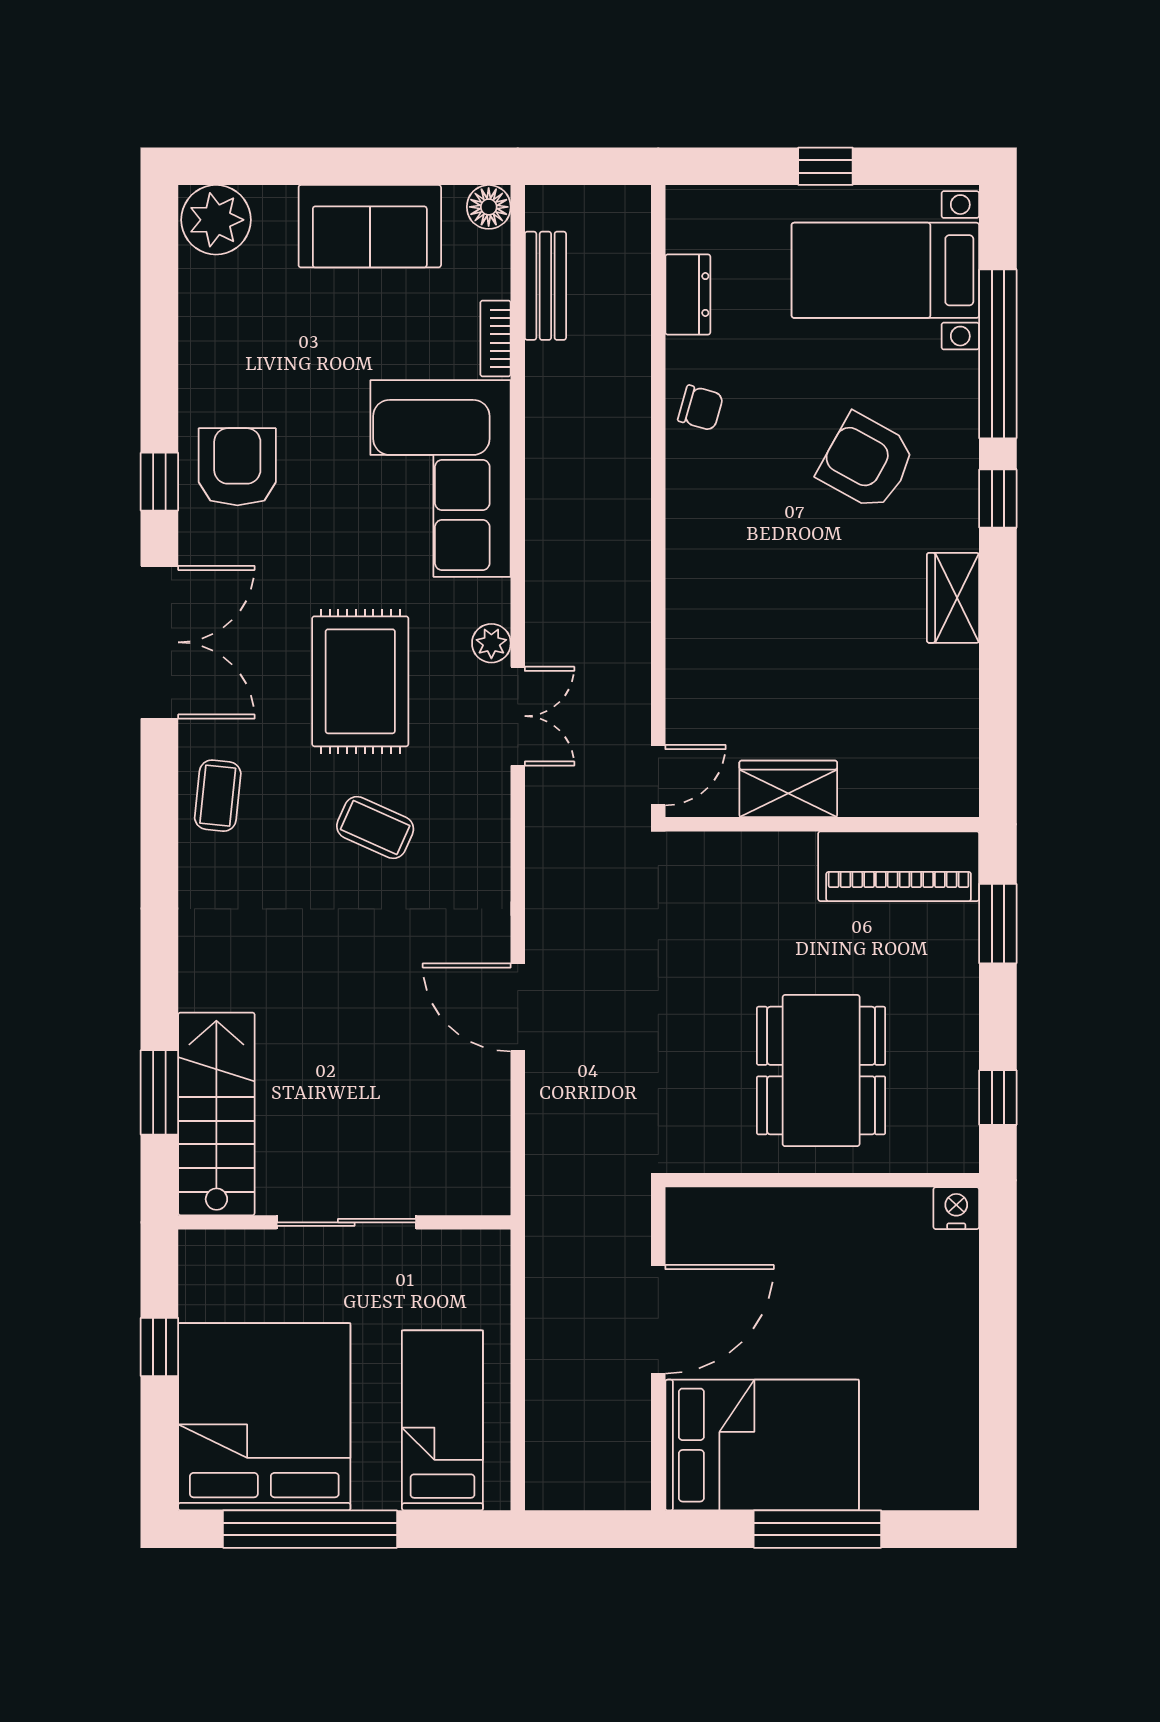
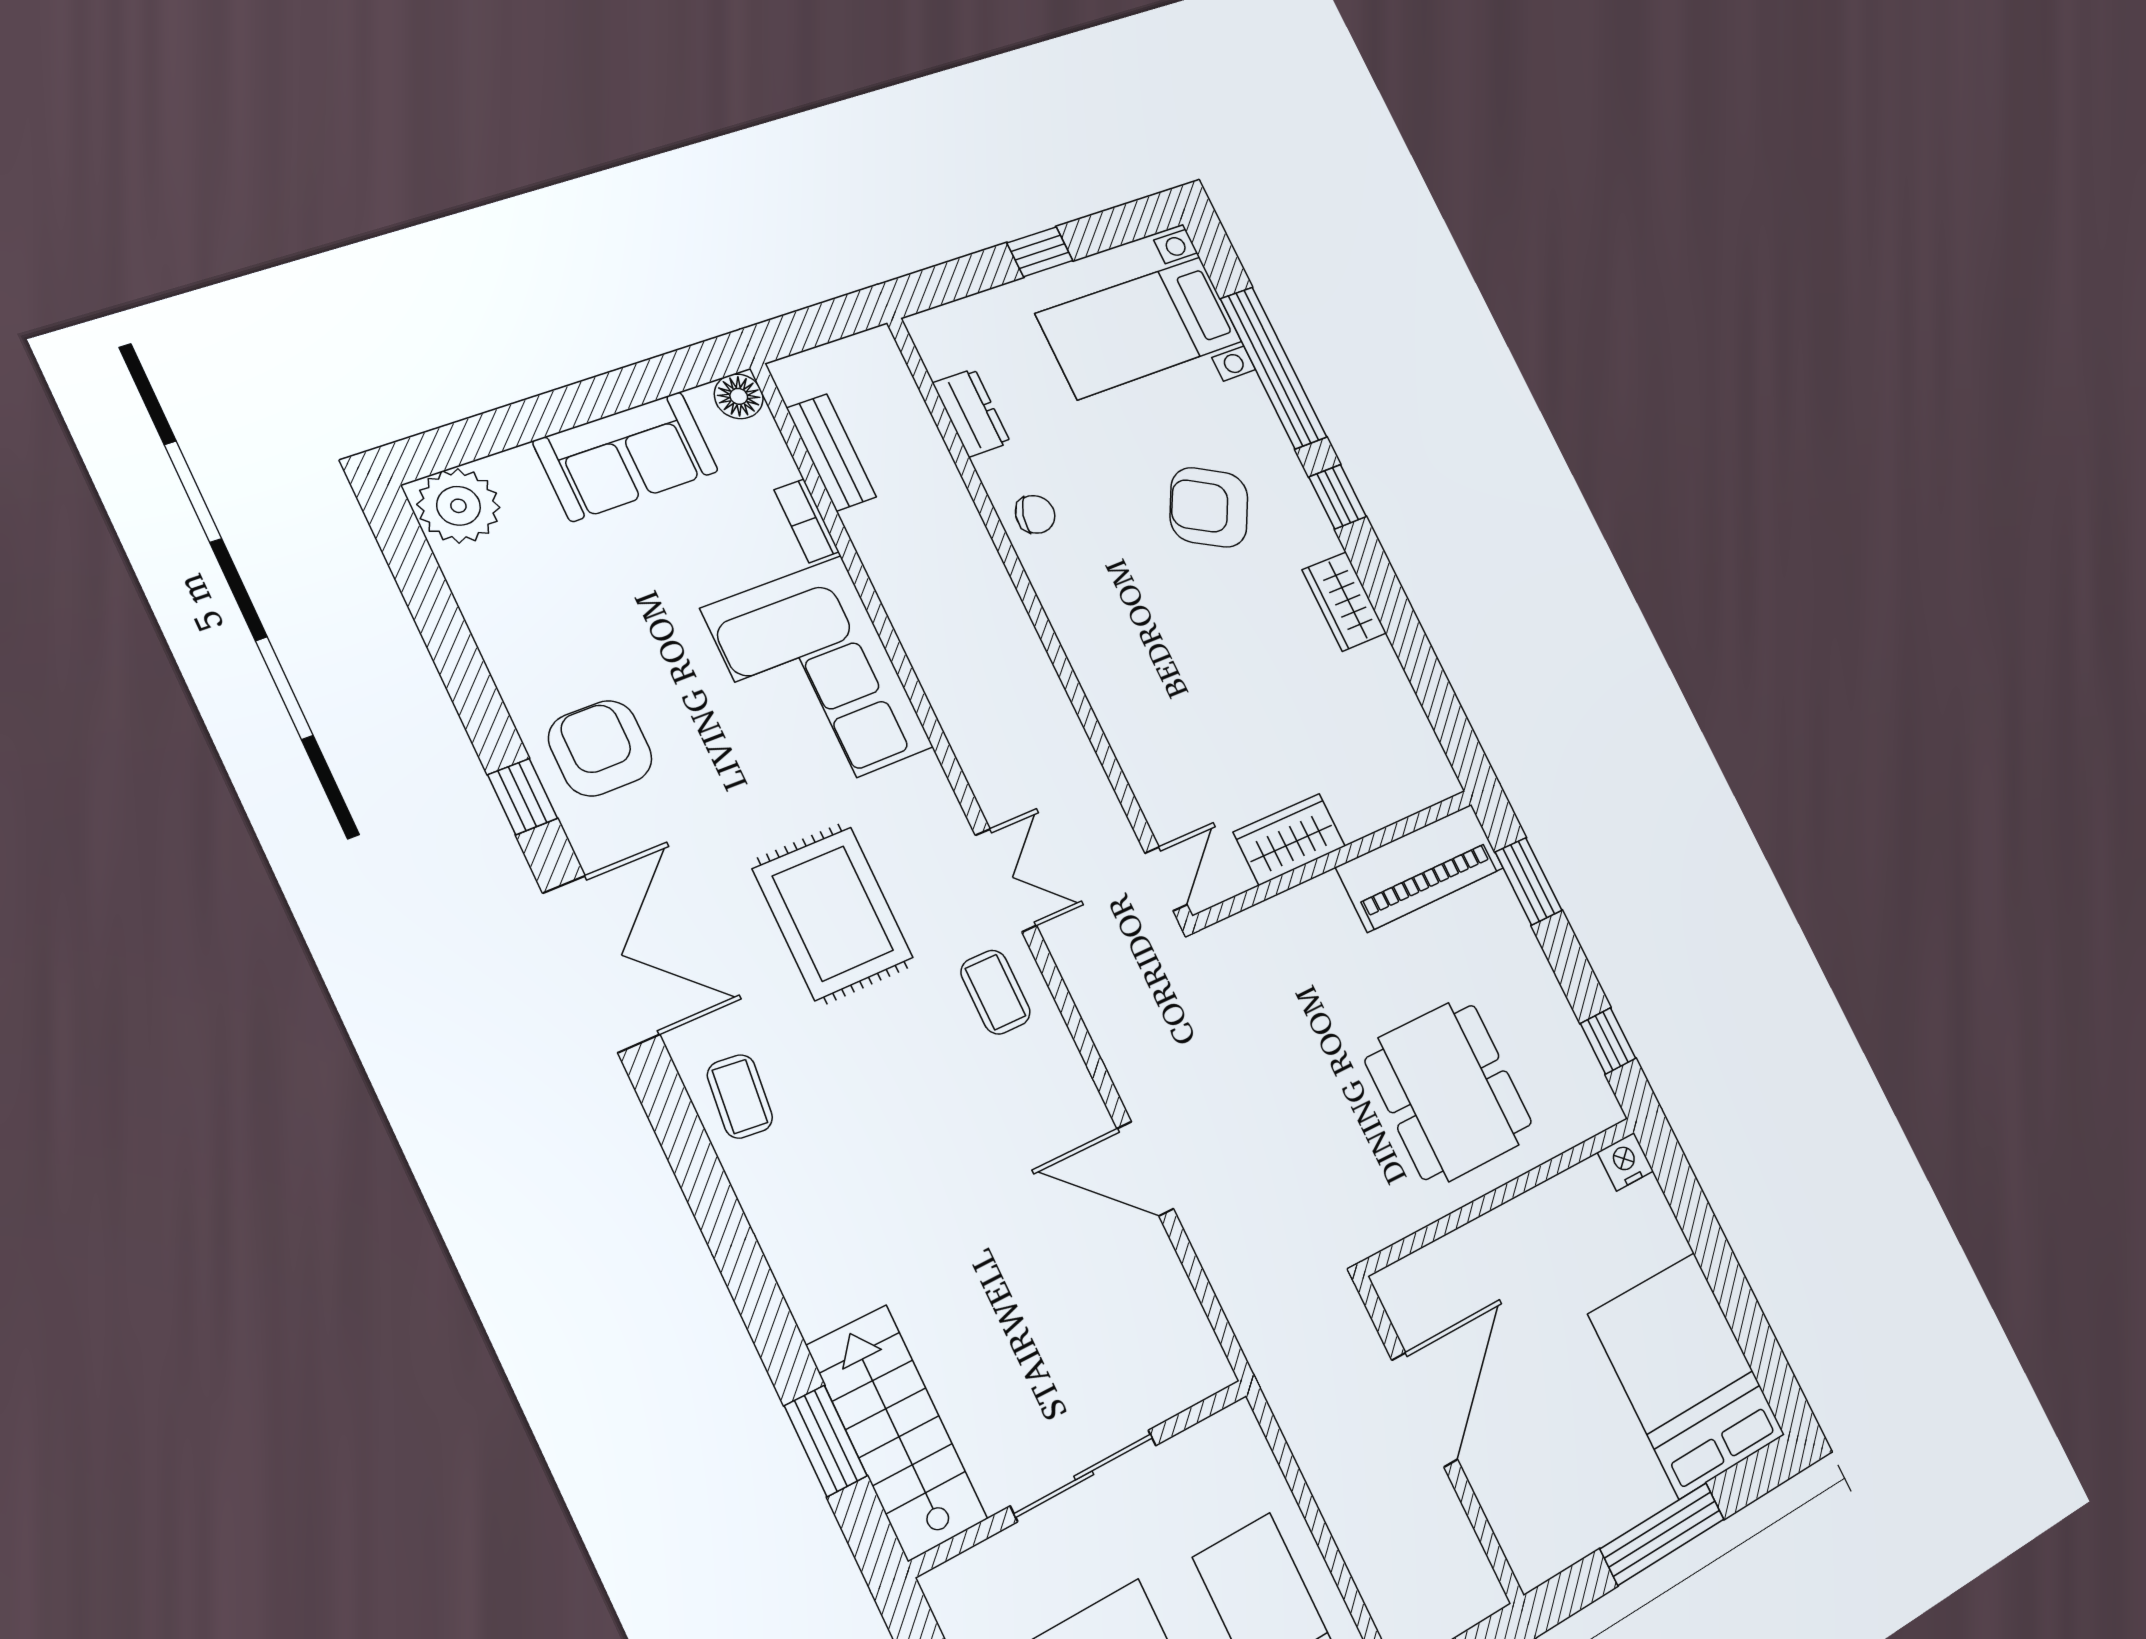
plant: (491, 643) -> (946, 820), removed
coffee table: (375, 828) -> (995, 992), moved, turned 66
bed: (762, 1445) -> (1687, 1375), moved, turned -90

